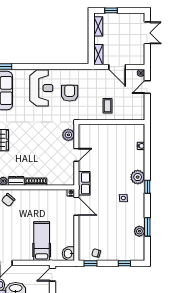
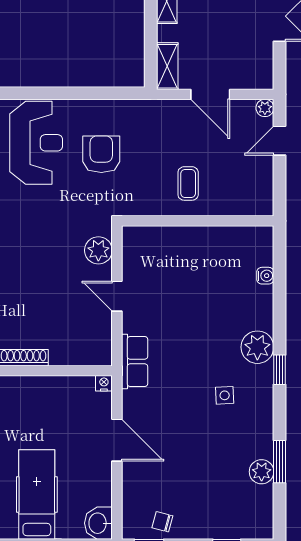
door: (76, 155) -> (117, 296), swing flipped
door: (76, 206) -> (117, 440), moved

